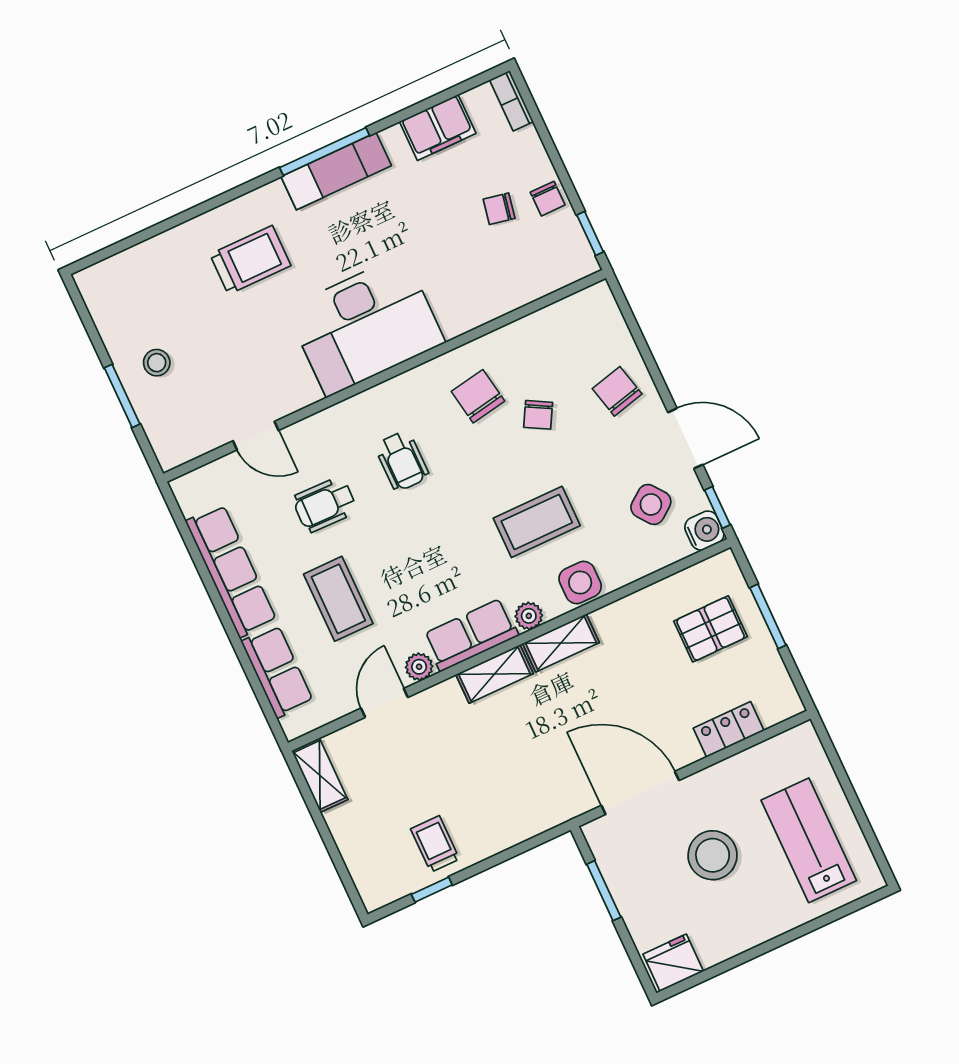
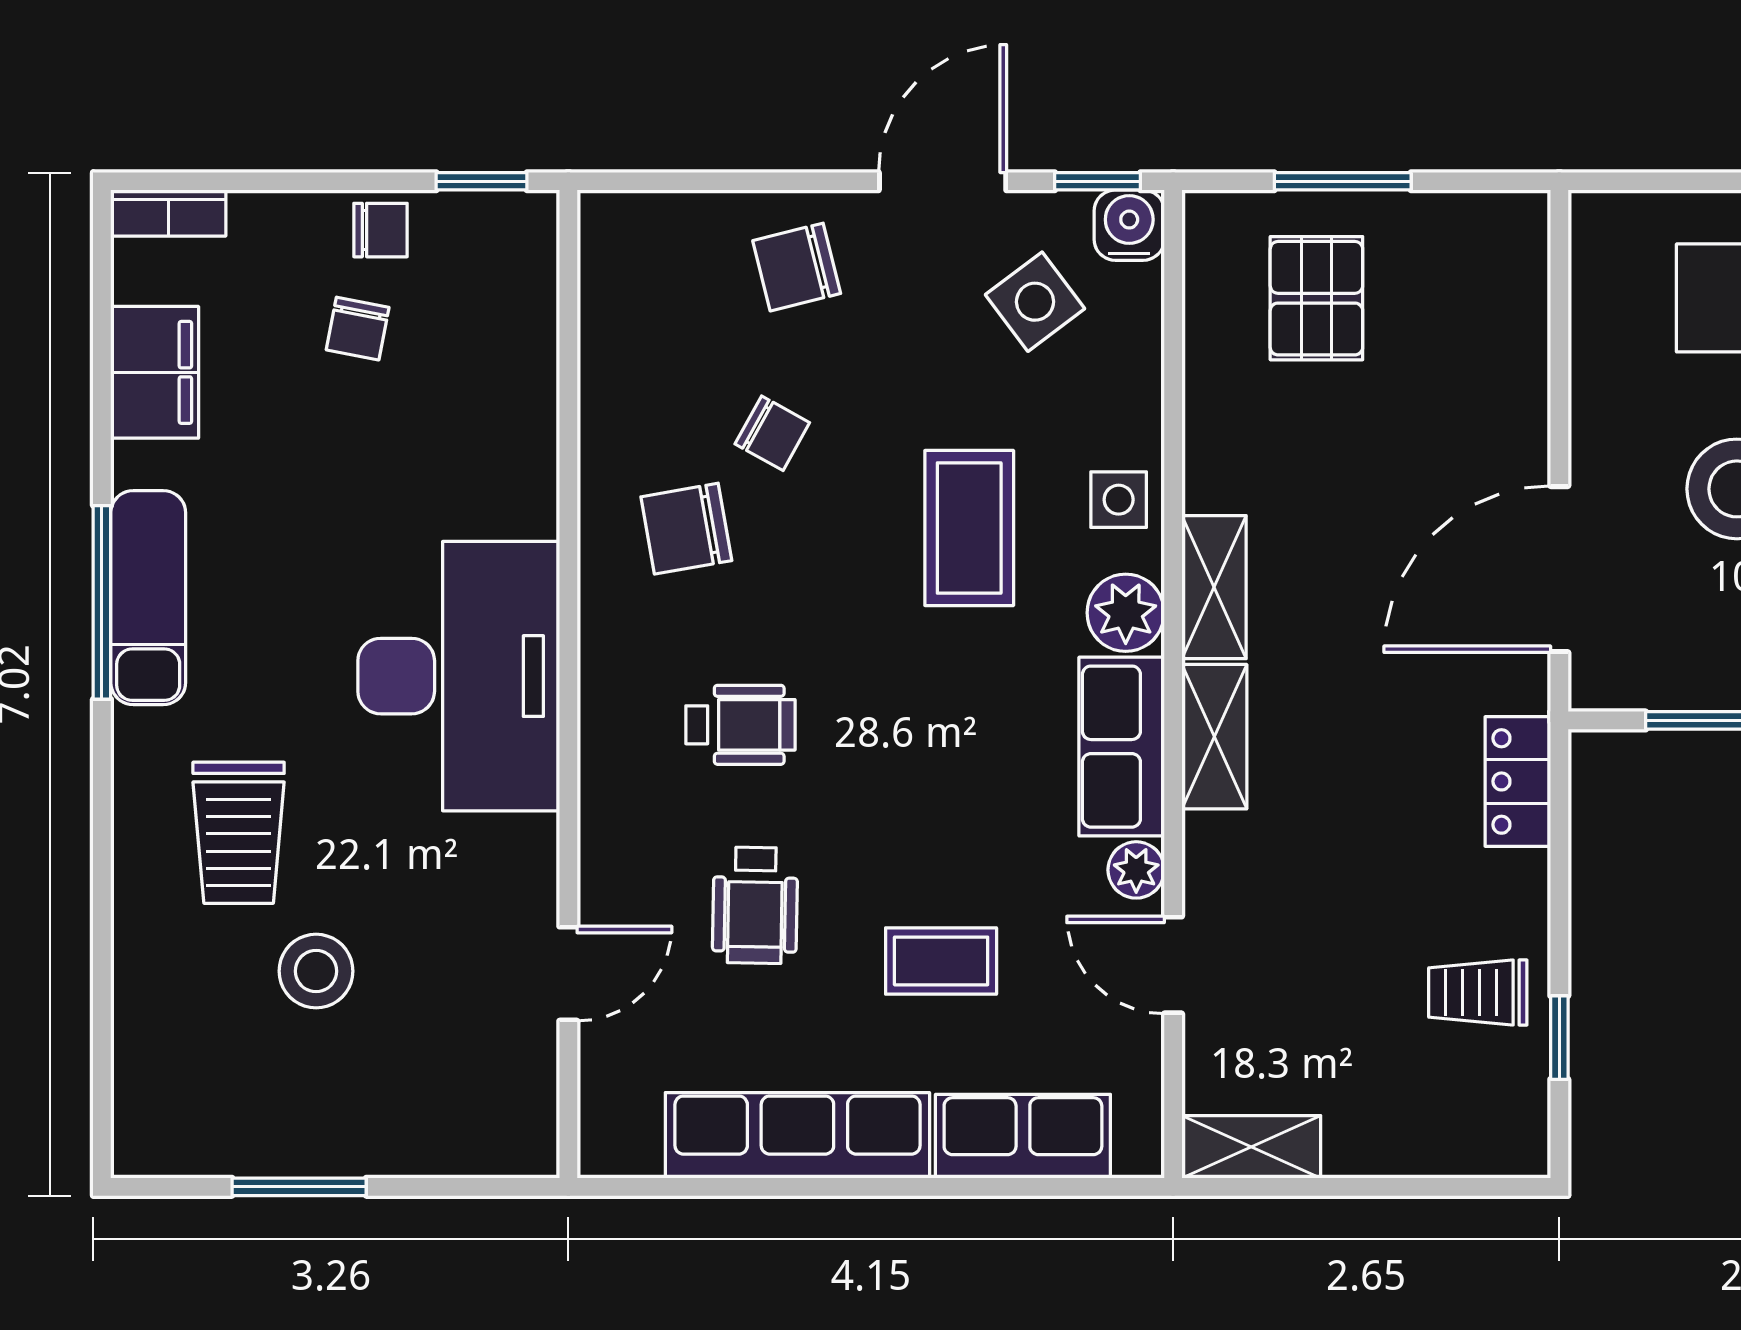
trolley: (250, 260) -> (239, 833), turned 180
stool: (157, 363) -> (316, 971), moved, width x1.37, depth x1.37
window: (122, 396) -> (299, 1187), moved
side table: (580, 583) -> (1119, 500), width x0.73, depth x0.73
coffee table: (338, 599) -> (941, 961), width x0.73, depth x0.77
plant: (529, 616) -> (1126, 613), width x1.38, depth x1.38
locker: (729, 729) -> (1518, 781), moved

